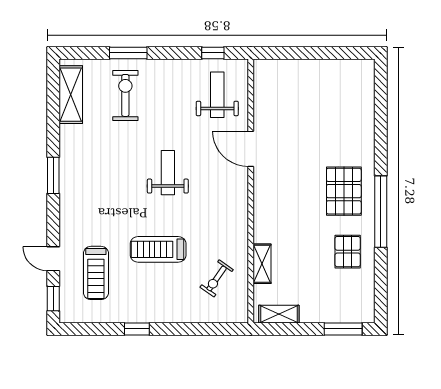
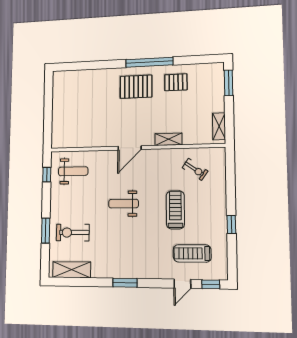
weight bench: (217, 95) -> (73, 171), turned 180
door: (251, 149) -> (130, 148), moved
treadmill: (158, 249) -> (175, 210), turned 180
shelving: (262, 264) -> (168, 139), moved
treadmill: (96, 273) -> (192, 253), turned 180

